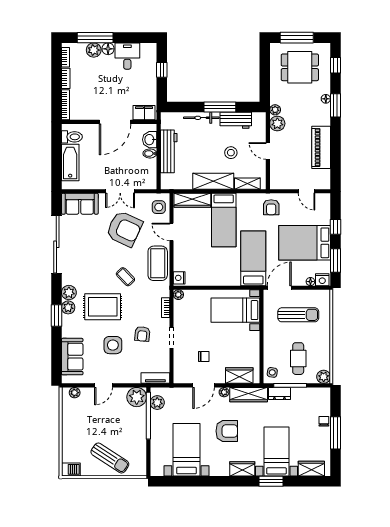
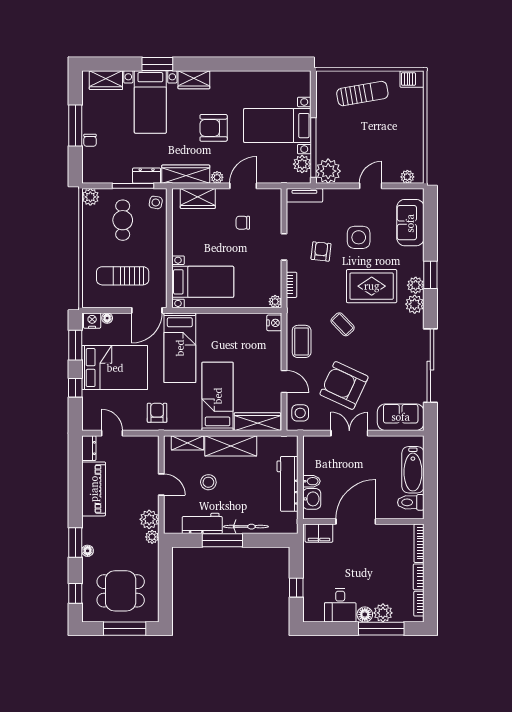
dresser: (325, 180) -> (89, 448), added
coffee table: (158, 263) -> (302, 341), width x0.73, depth x0.76
bed with nightstands: (186, 450) -> (277, 126), moved, turned 90
sun lounger: (110, 458) -> (362, 94), turned 137

